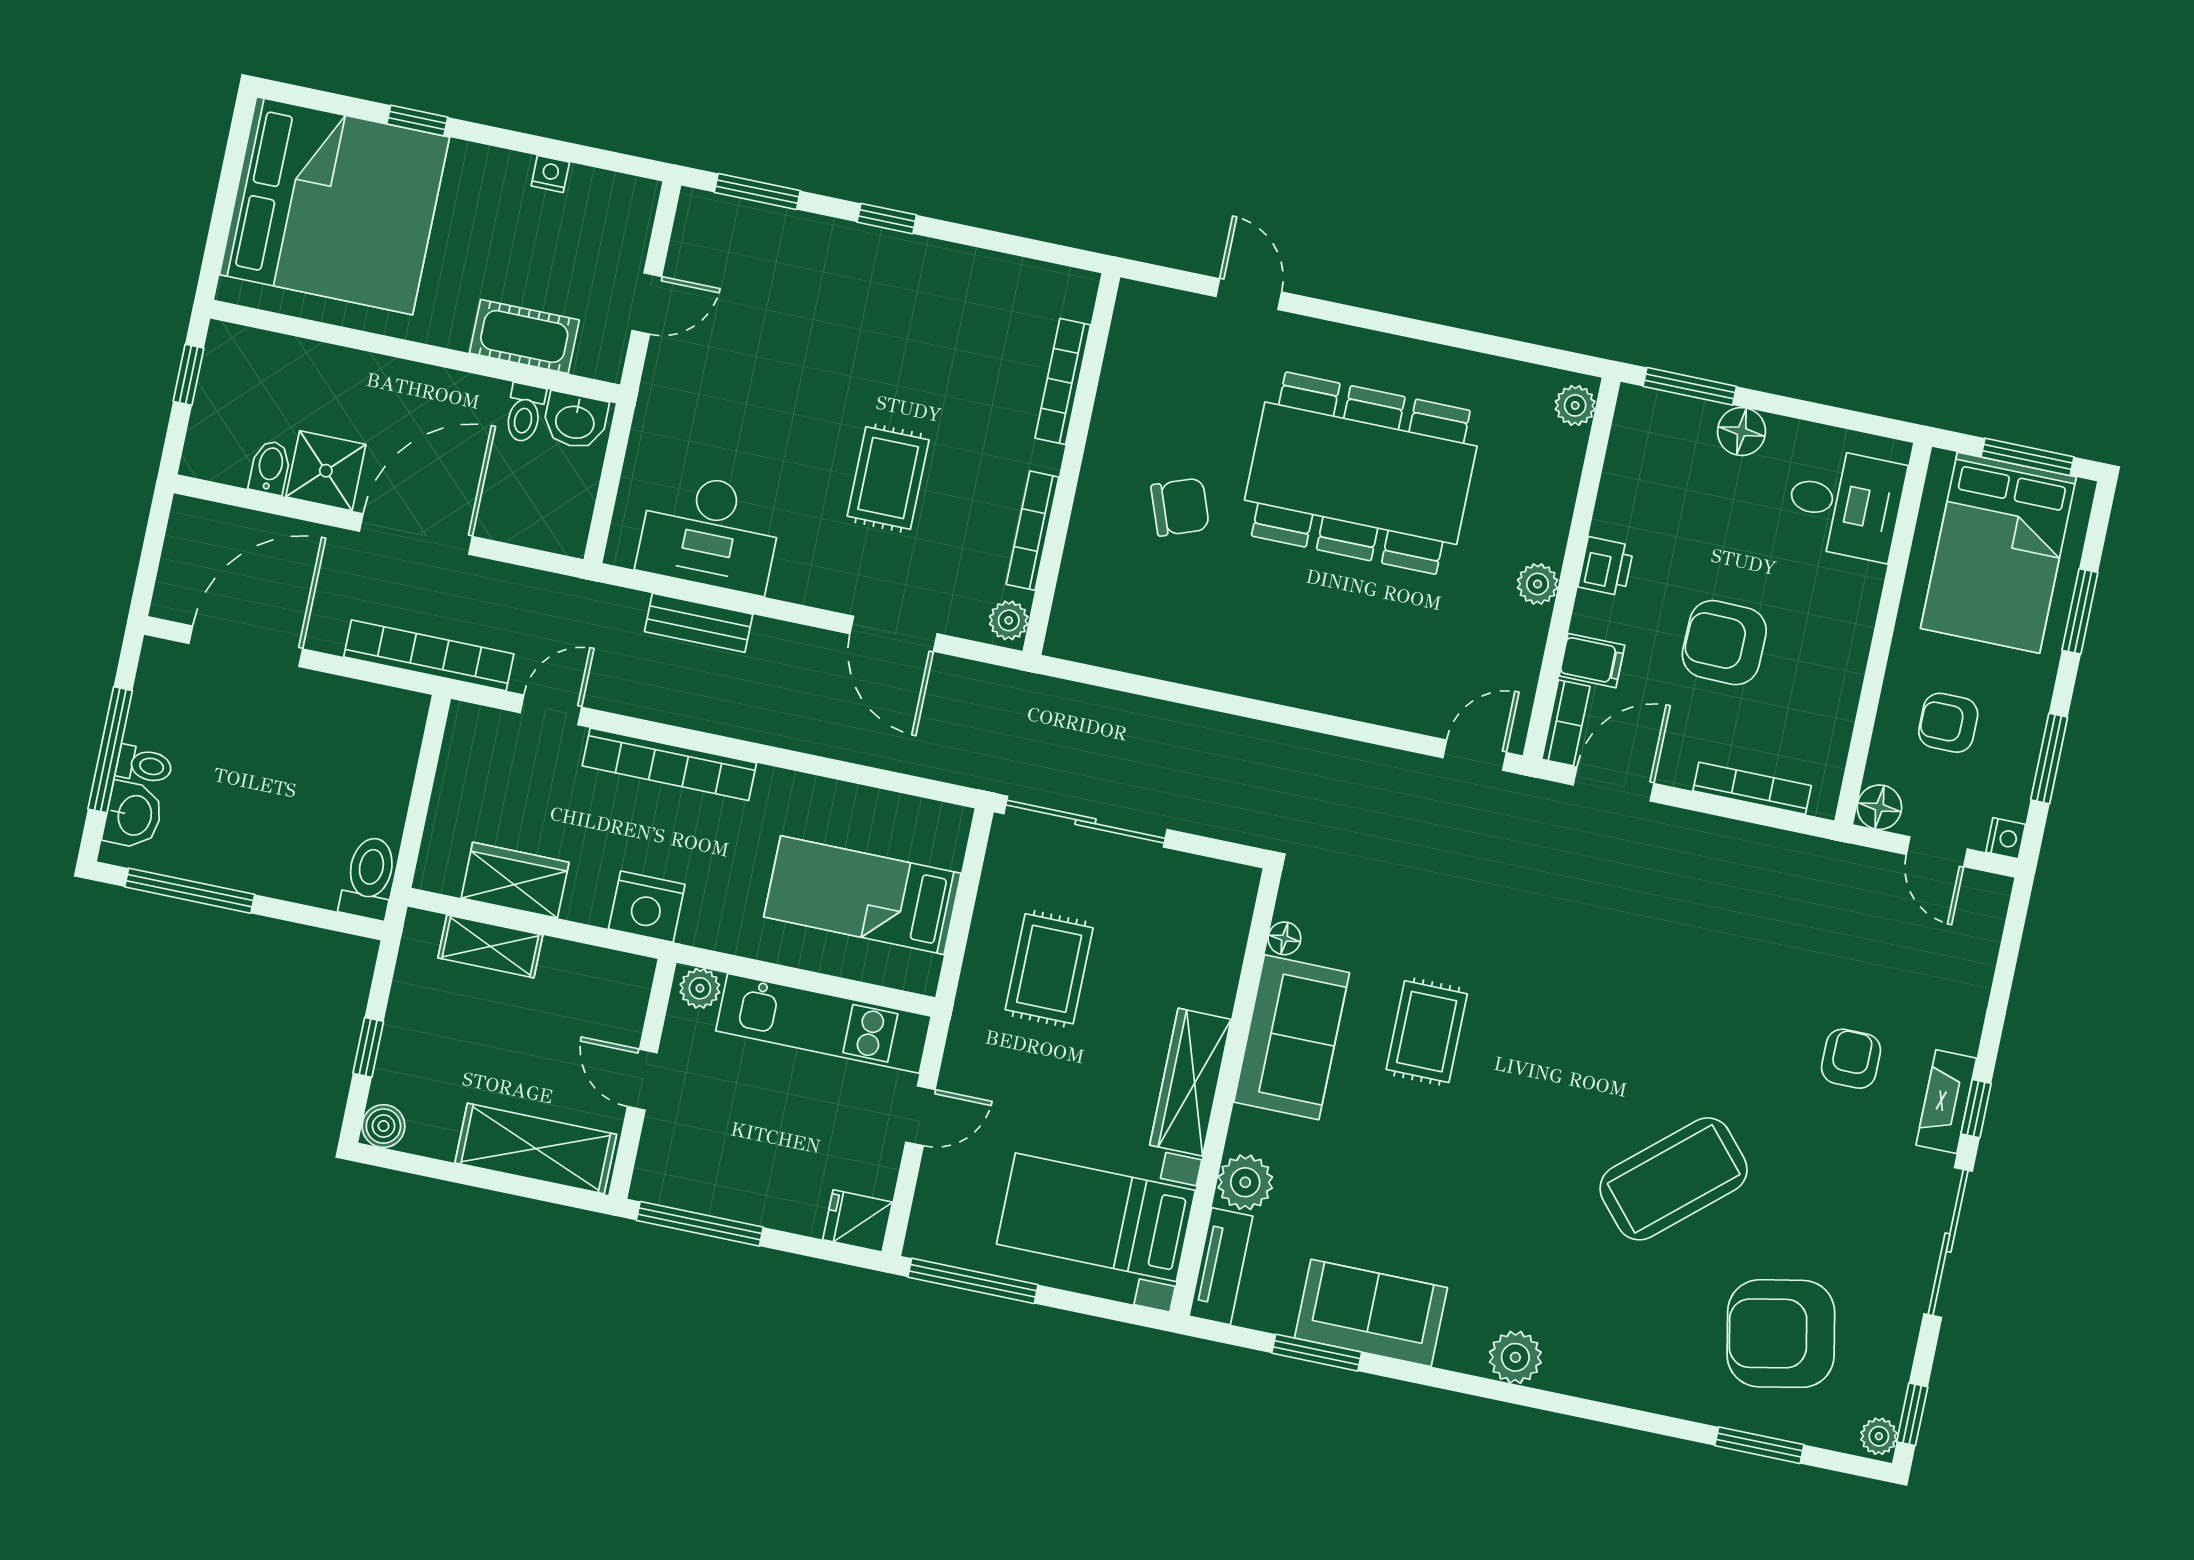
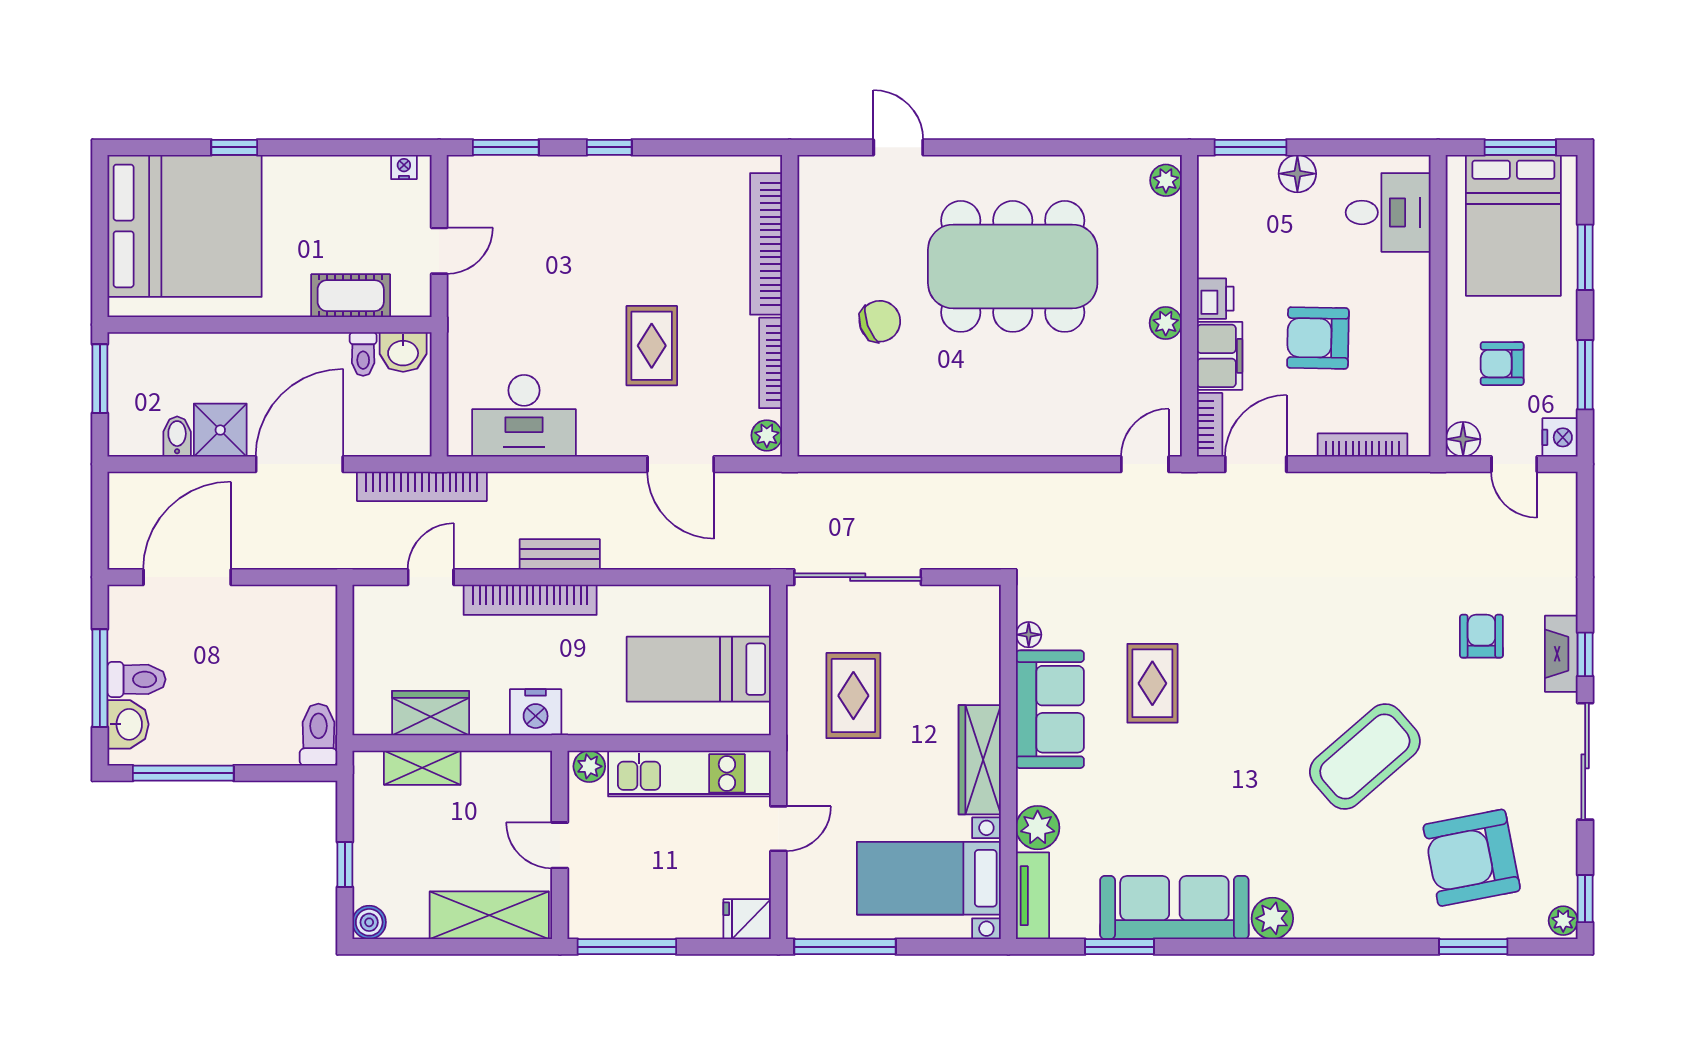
nightstand: (550, 174) -> (404, 167), moved
window: (189, 375) -> (100, 379), width x1.50
bookcase: (1063, 381) -> (766, 244), width x1.48, depth x1.31
bench: (699, 623) -> (560, 554), moved
bookcase: (429, 655) -> (422, 486), moved, turned 180
filing cabinet: (1592, 661) -> (1220, 356), width x2.00
toilet: (144, 765) -> (136, 679), width x1.37, depth x1.39
nightstand: (2006, 838) -> (1560, 437), width x1.39, depth x1.35
sofa: (1371, 1313) -> (1174, 907), width x1.36

